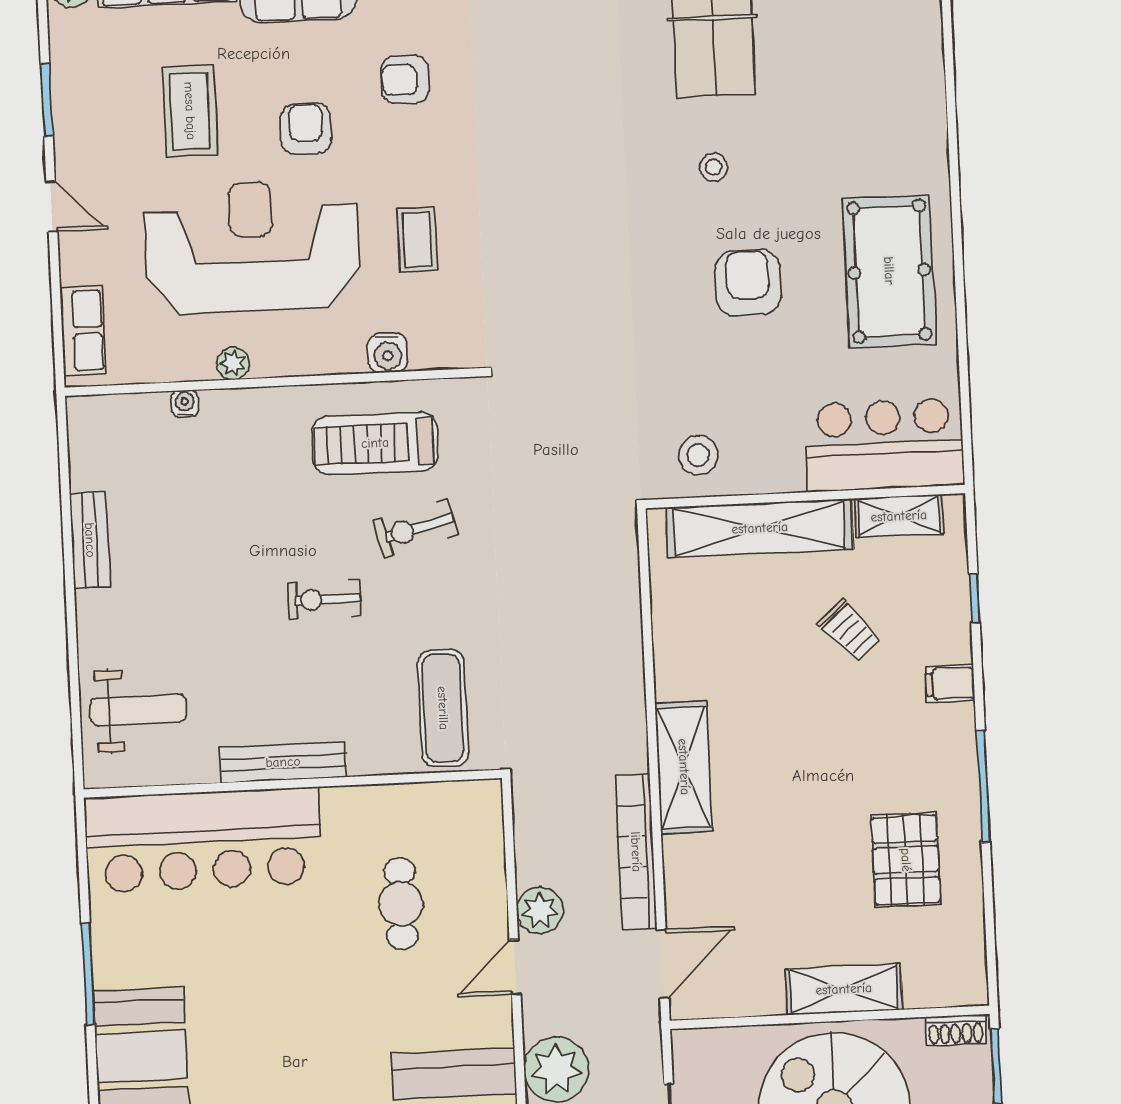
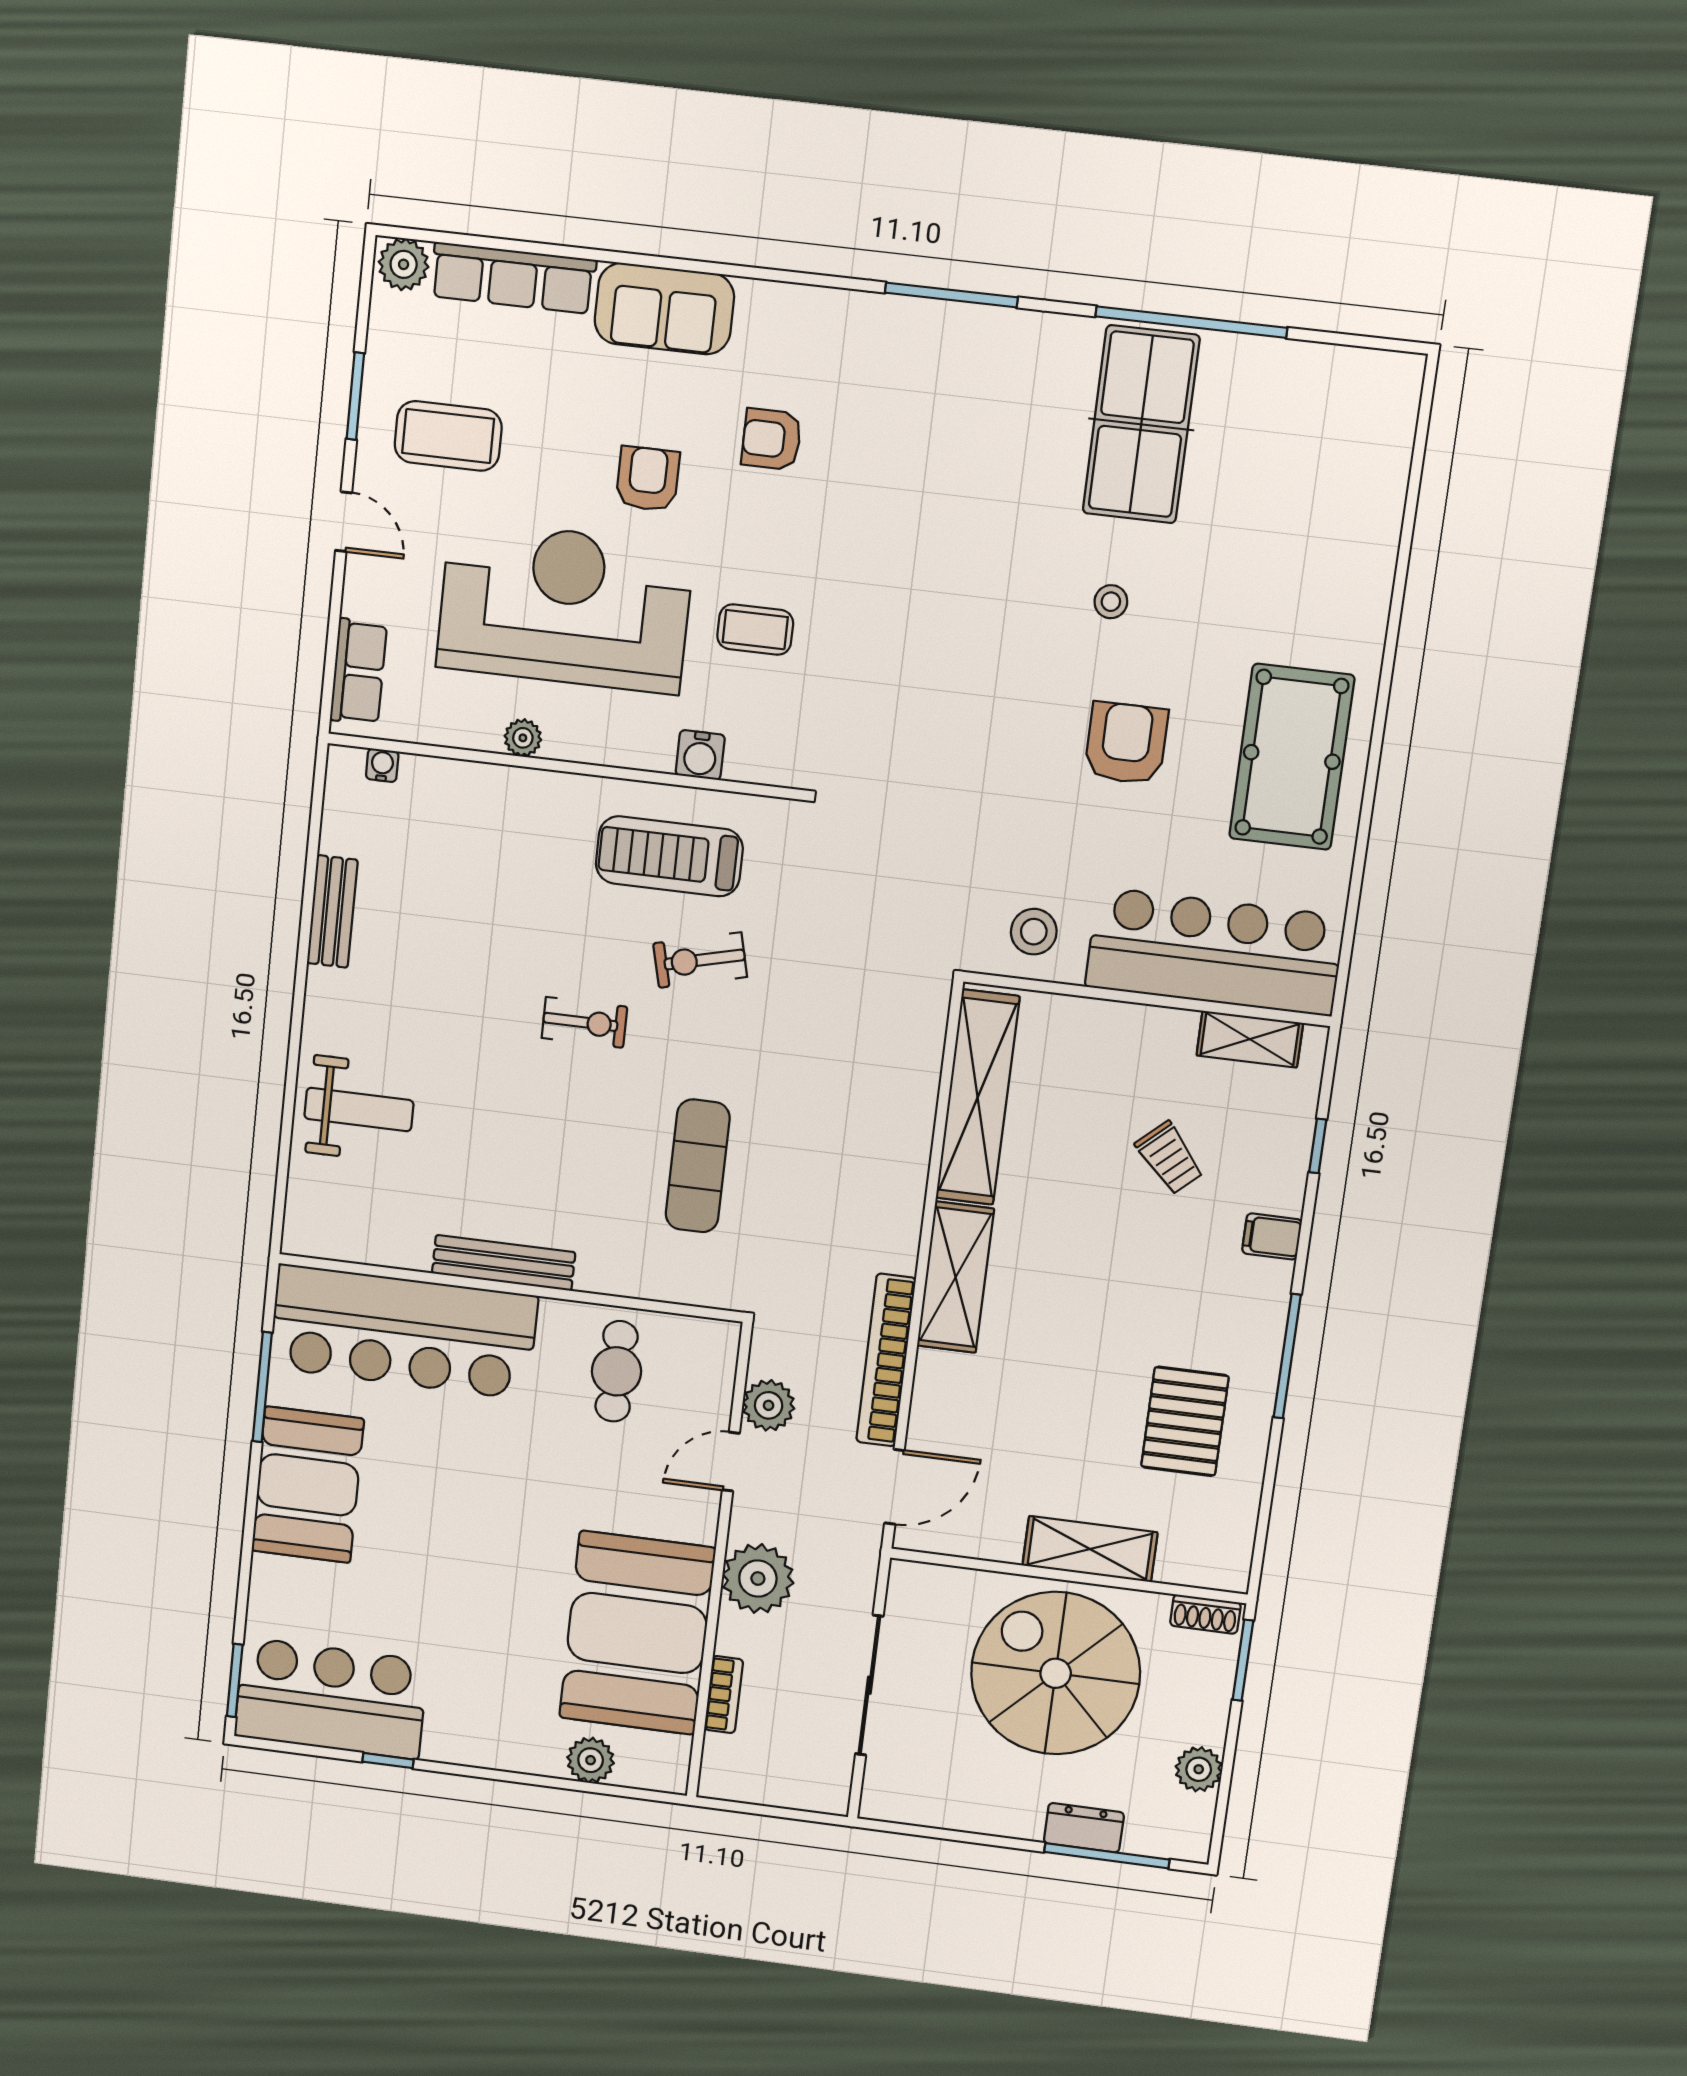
coffee table: (190, 111) -> (448, 436), moved, turned 90
coffee table: (417, 239) -> (755, 630), turned 90
water cooler: (185, 404) -> (382, 765), moved
bar counter: (884, 445) -> (1215, 952), width x1.36
shelving: (760, 528) -> (978, 1097), moved, turned 90
exercise bike: (324, 599) -> (584, 1022), turned 180
bench: (283, 762) -> (504, 1263), moved
wall: (293, 784) -> (510, 1288), moved
bar counter: (204, 840) -> (403, 1332), moved

